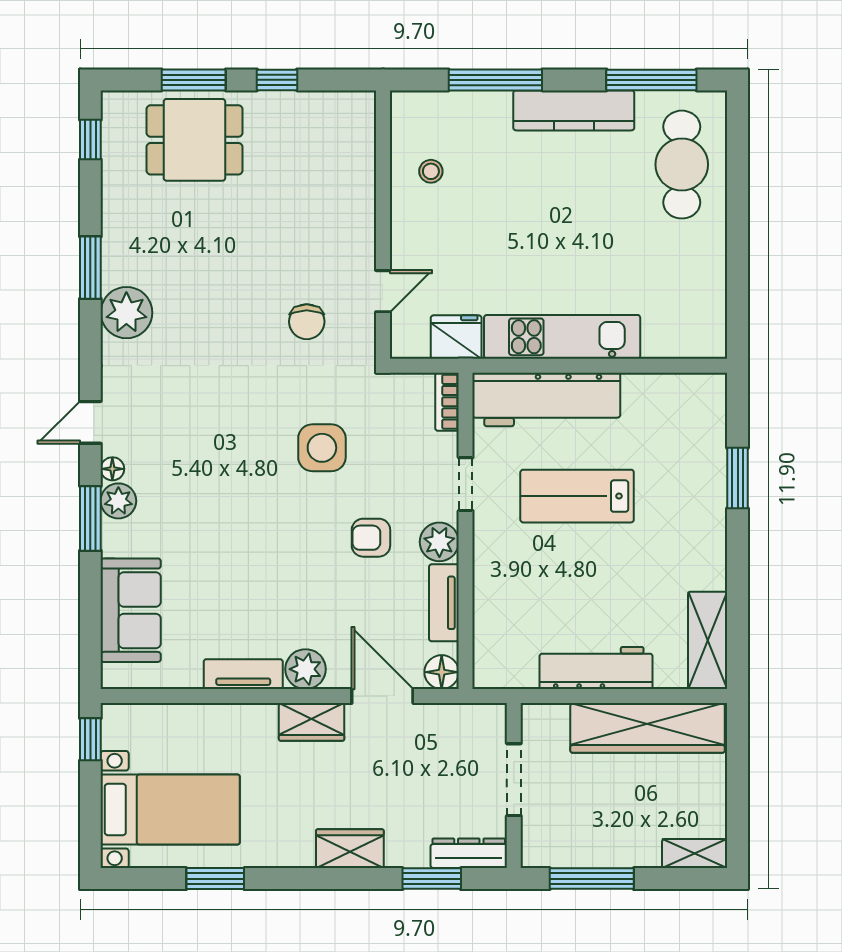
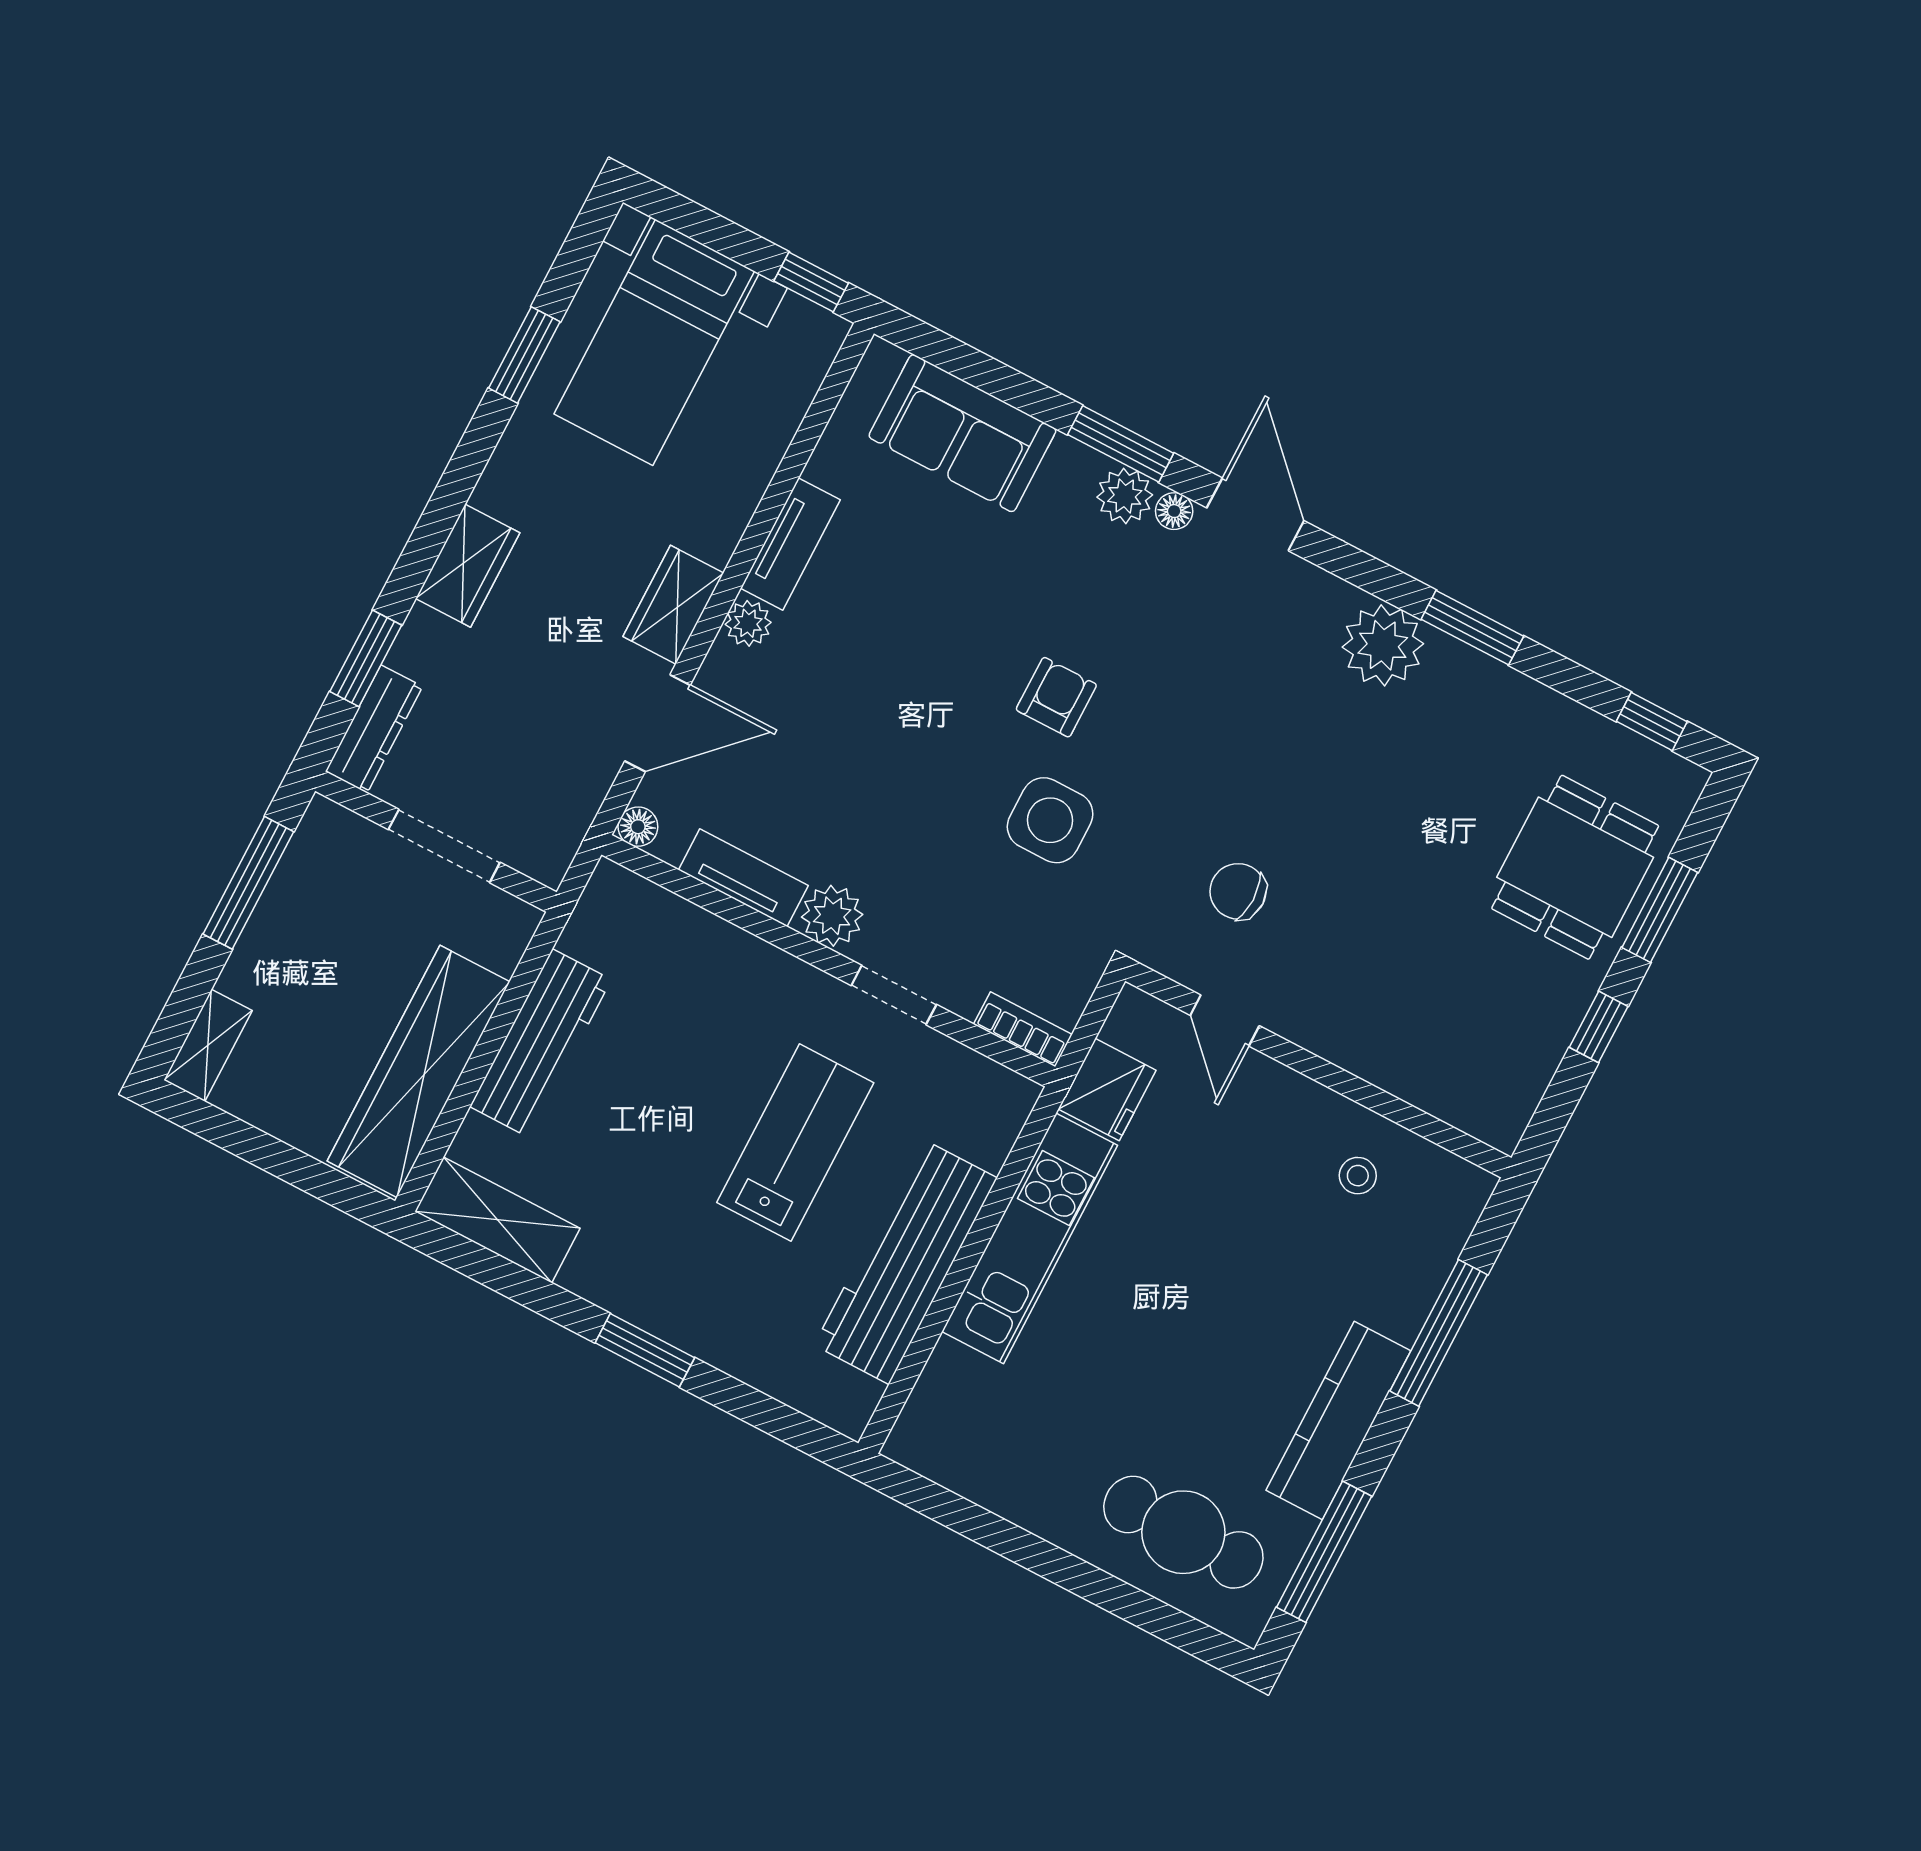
workbench: (546, 399) -> (906, 1262), moved
door: (90, 422) -> (1255, 514), width x1.37
window: (738, 478) -> (645, 1350), moved
armchair: (371, 538) -> (1056, 697), moved
plant: (306, 669) -> (748, 623), width x0.73, depth x0.73
floor lamp: (442, 672) -> (638, 827), width x0.73, depth x0.73

